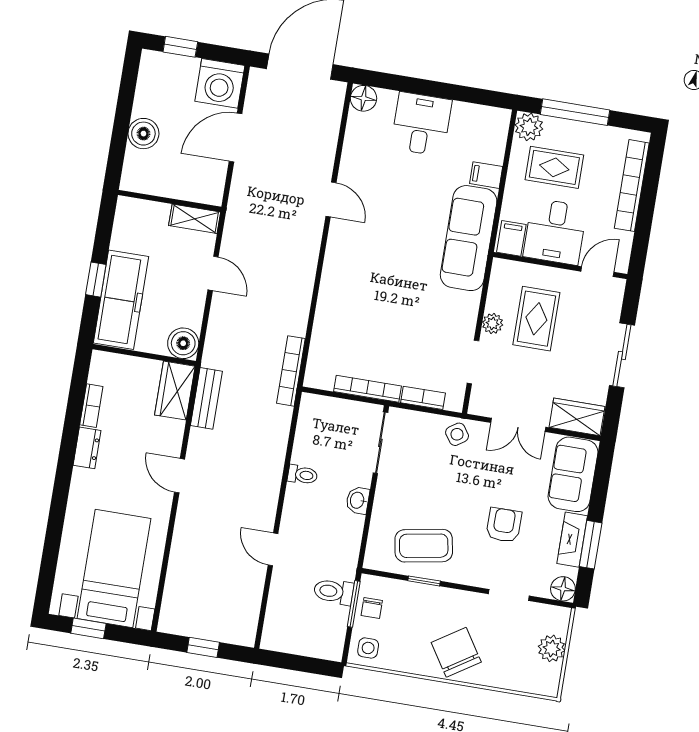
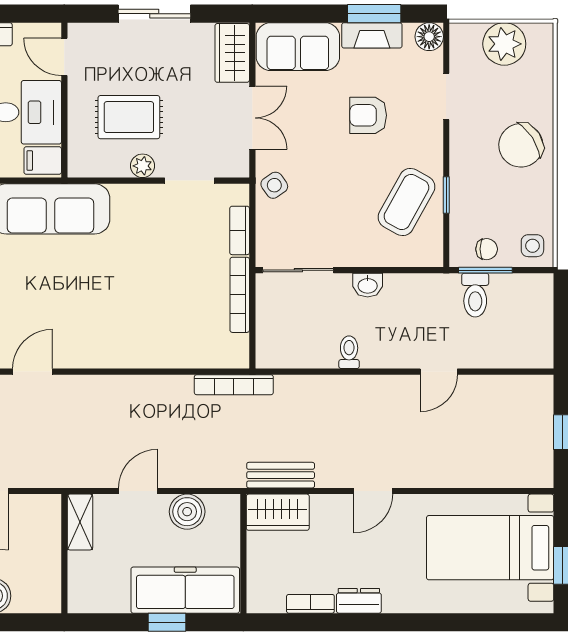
boiler: (183, 343) -> (187, 512), moved
coffee table: (424, 546) -> (406, 202), turned 39
plant: (552, 648) -> (504, 44), width x1.36, depth x1.36

